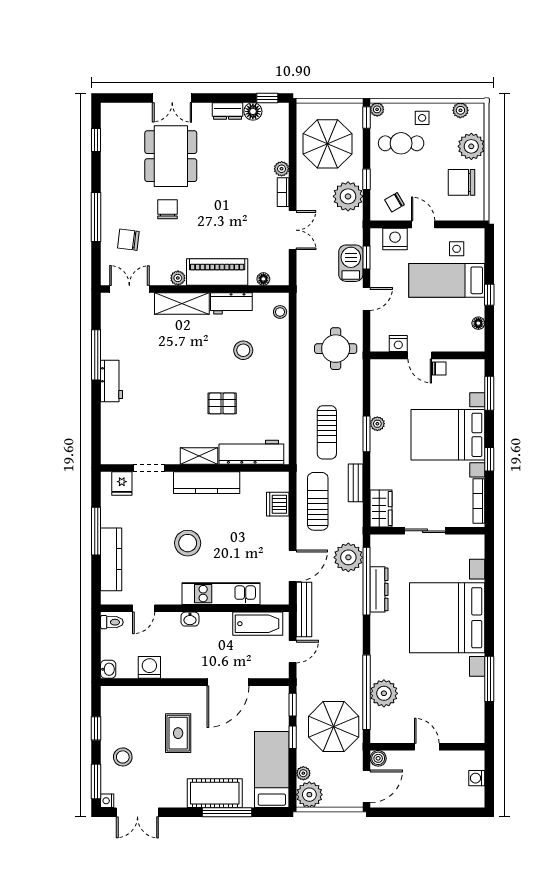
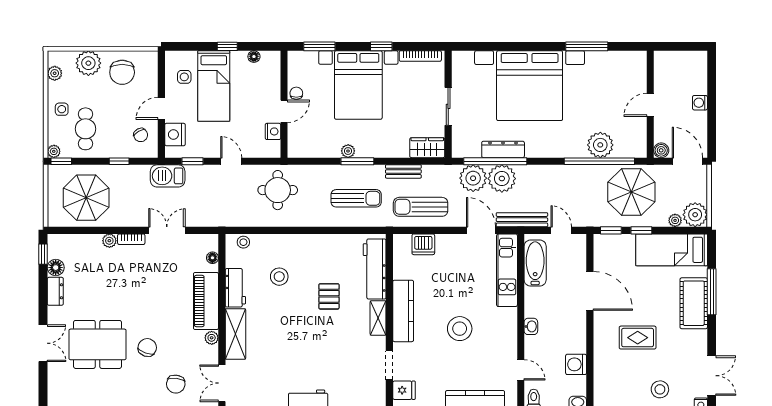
plant: (348, 196) -> (502, 179), moved
chair: (167, 209) -> (147, 348), turned 109
barbecue: (351, 263) -> (168, 176), moved
kitchen unit: (221, 594) -> (507, 270), moved
washing machine: (477, 778) -> (700, 103), moved, turned 90

